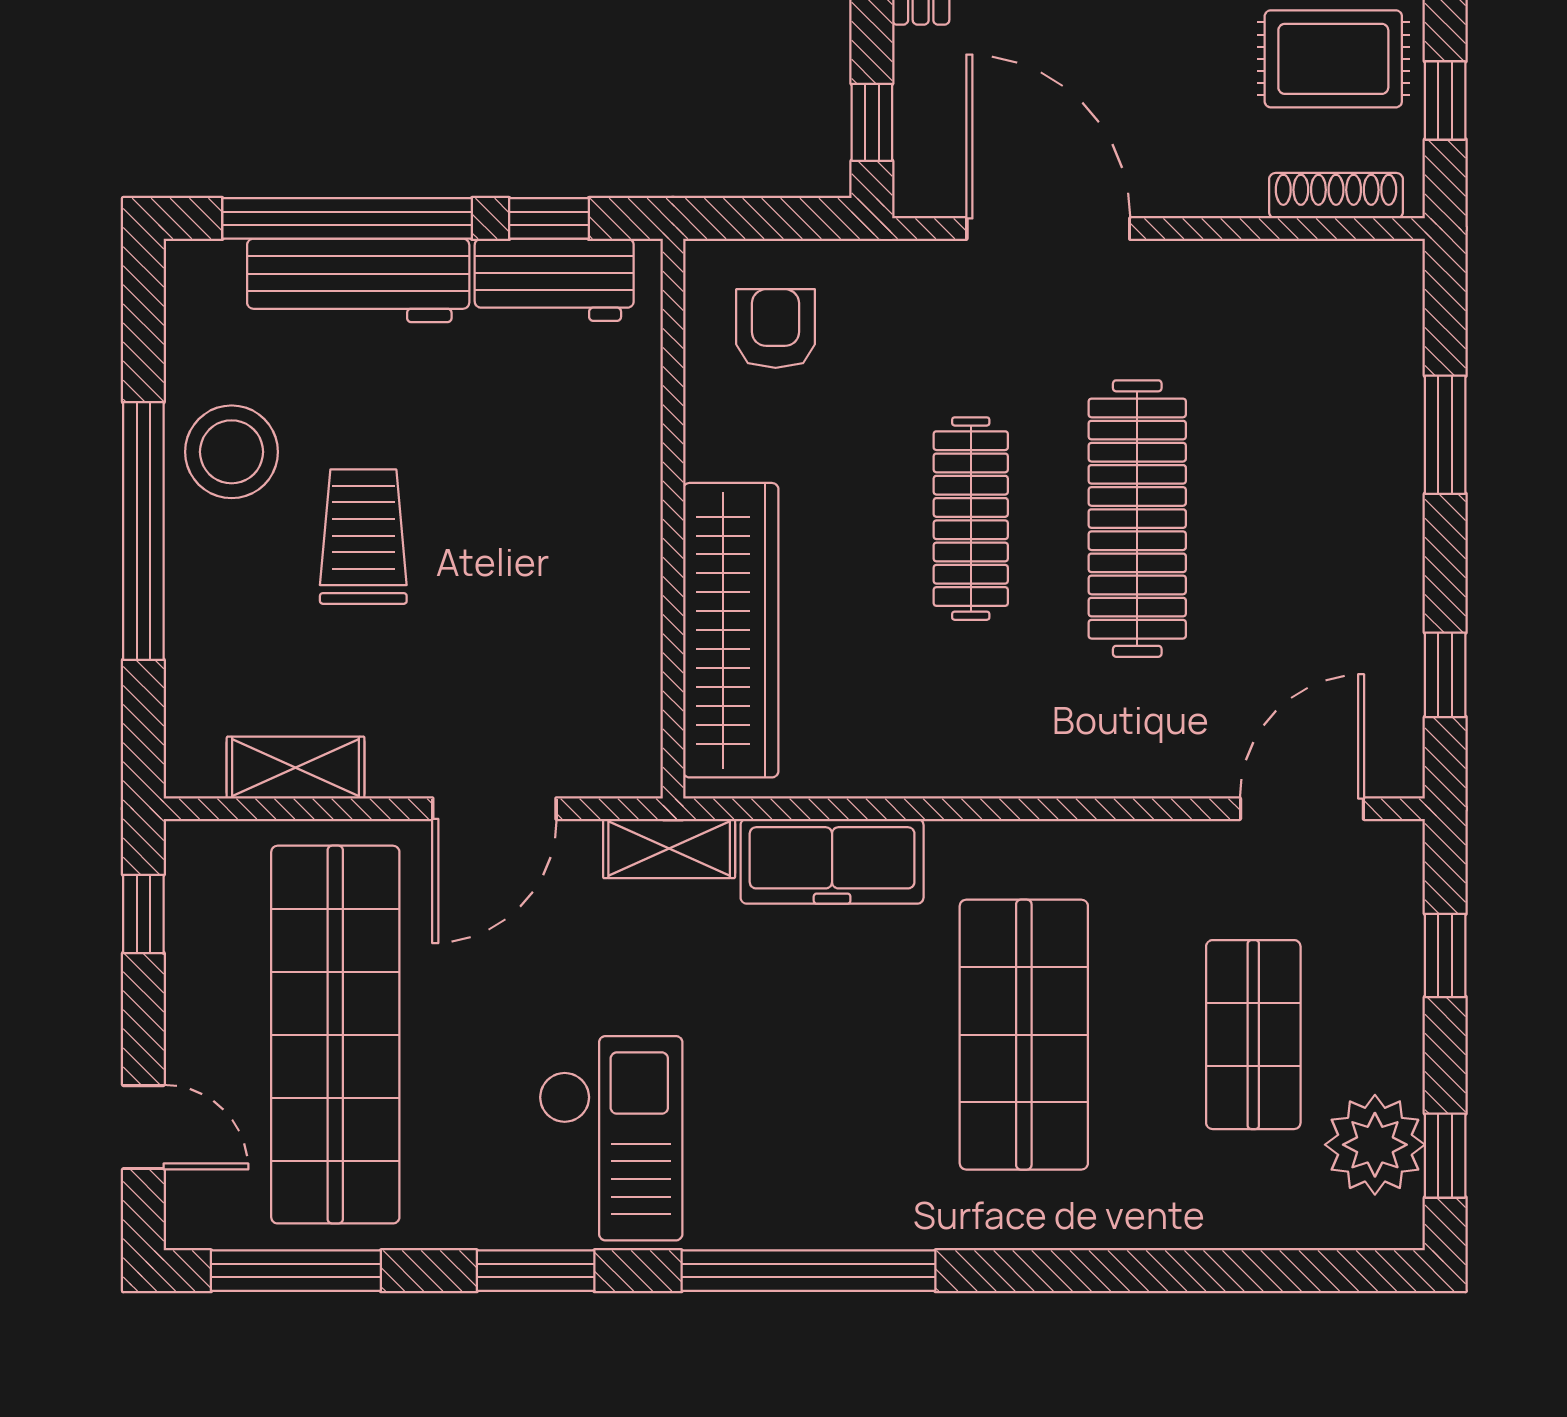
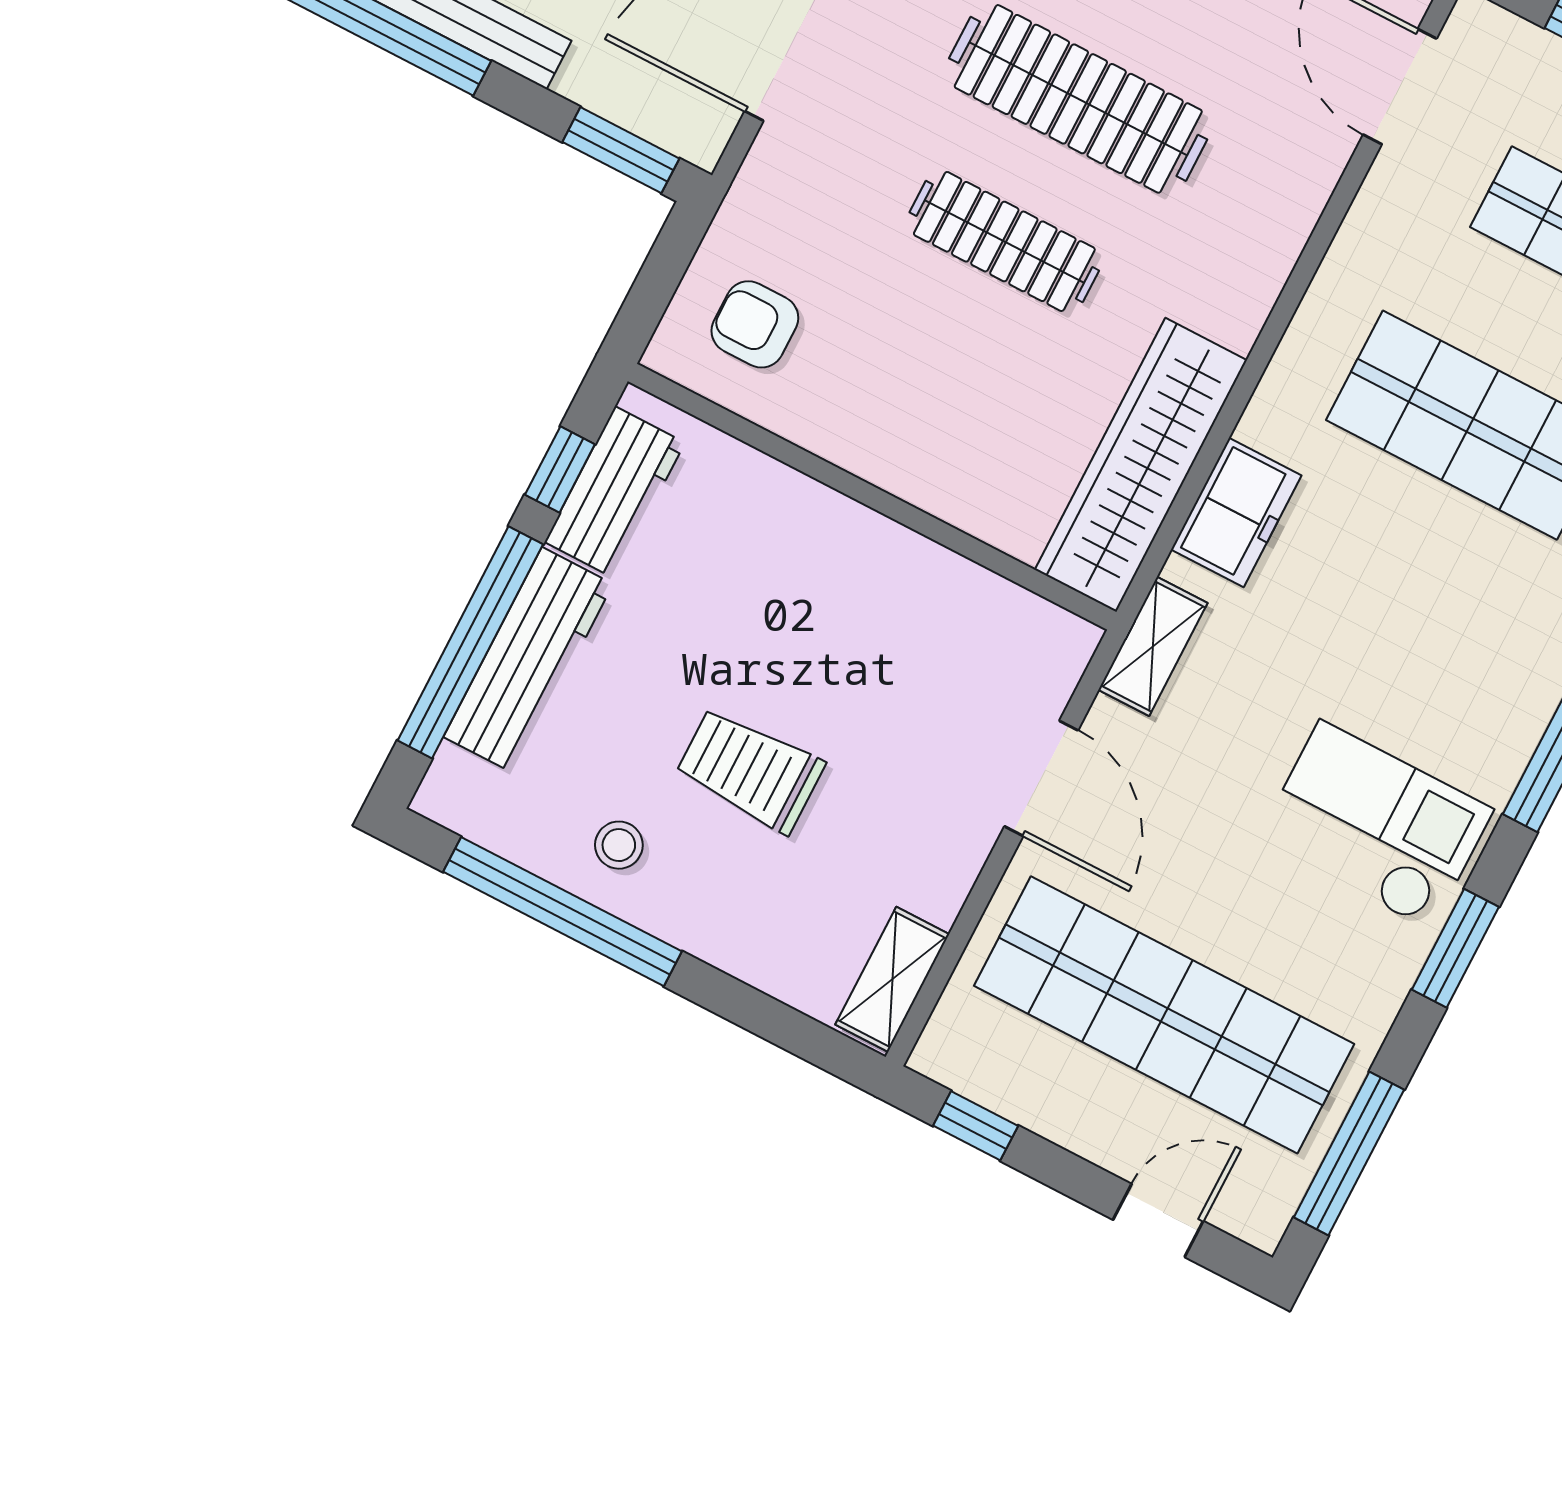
window: (872, 122) -> (621, 150), width x1.50
stool: (232, 452) -> (619, 845), width x0.53, depth x0.53
window: (143, 531) -> (562, 912), moved
wardrobe: (731, 630) -> (1141, 465), moved, turned -90
shelving: (296, 768) -> (892, 979), moved
freezer: (832, 861) -> (1236, 512), width x0.71

